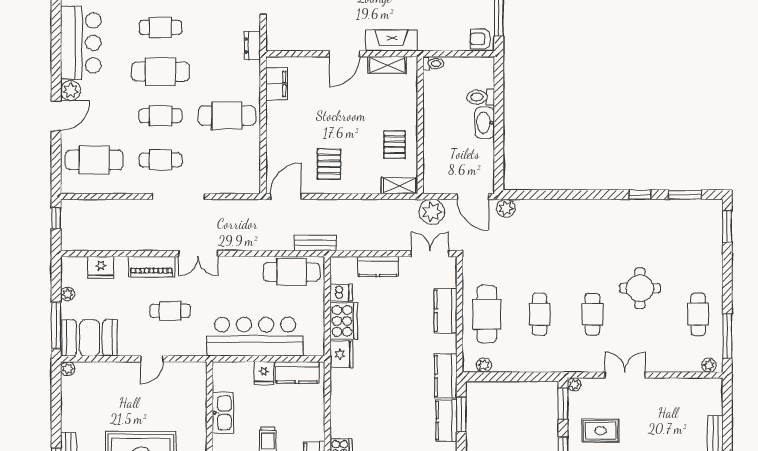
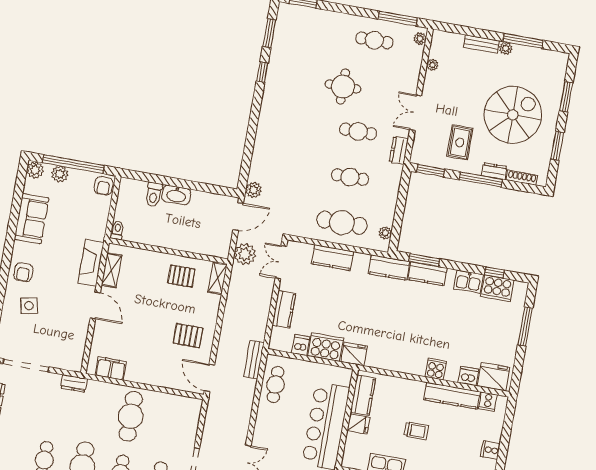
cafe table: (292, 272) -> (275, 385), width x0.73, depth x0.74
dresser: (579, 364) -> (399, 150), added
plant: (574, 384) -> (432, 65), moved

